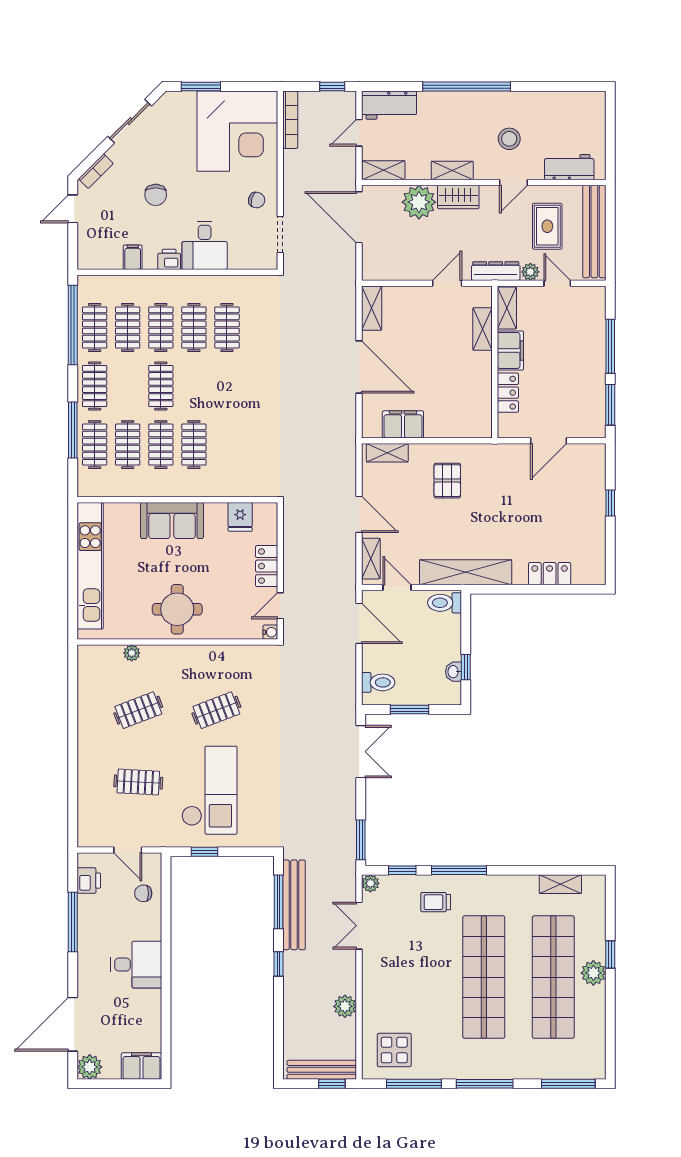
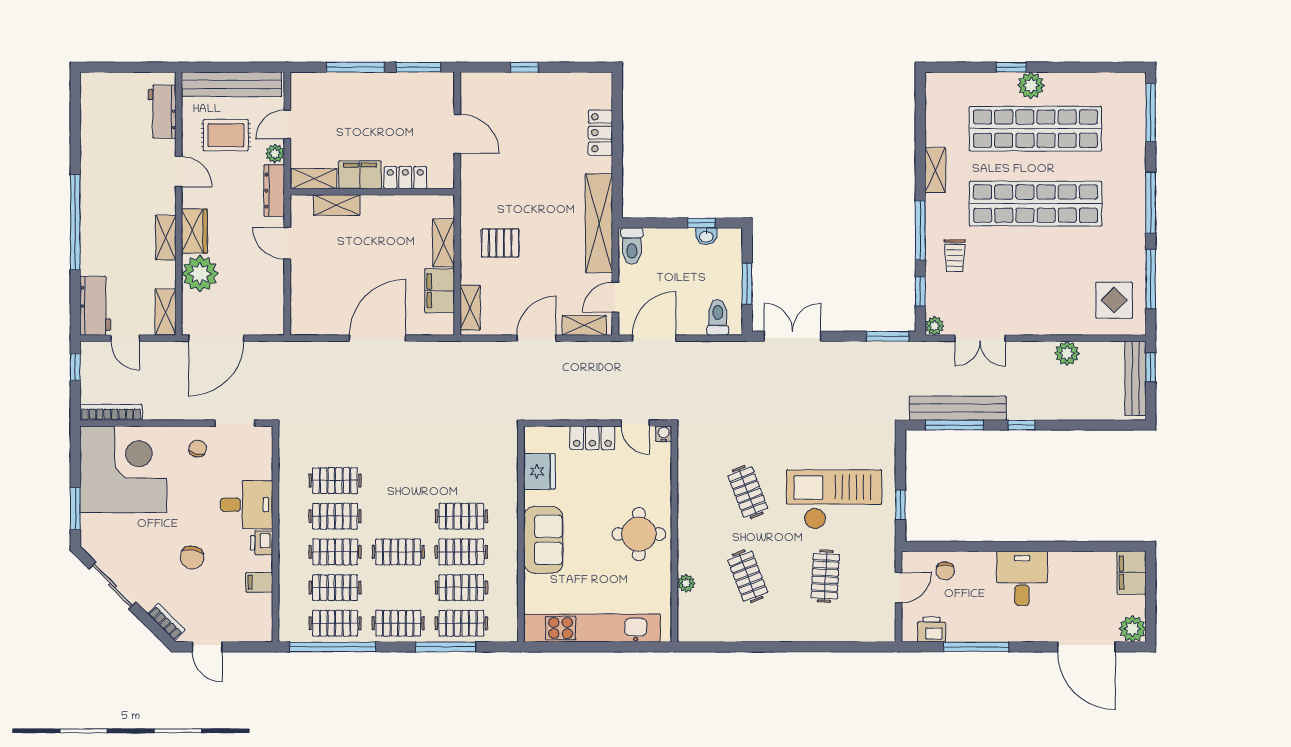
stool: (509, 139) -> (132, 176), removed
chair: (156, 195) -> (192, 557), turned 97
shelving: (372, 308) -> (444, 243), moved, turned 90
fridge: (240, 517) -> (539, 471), width x1.38
shelving: (560, 884) -> (935, 170), moved

